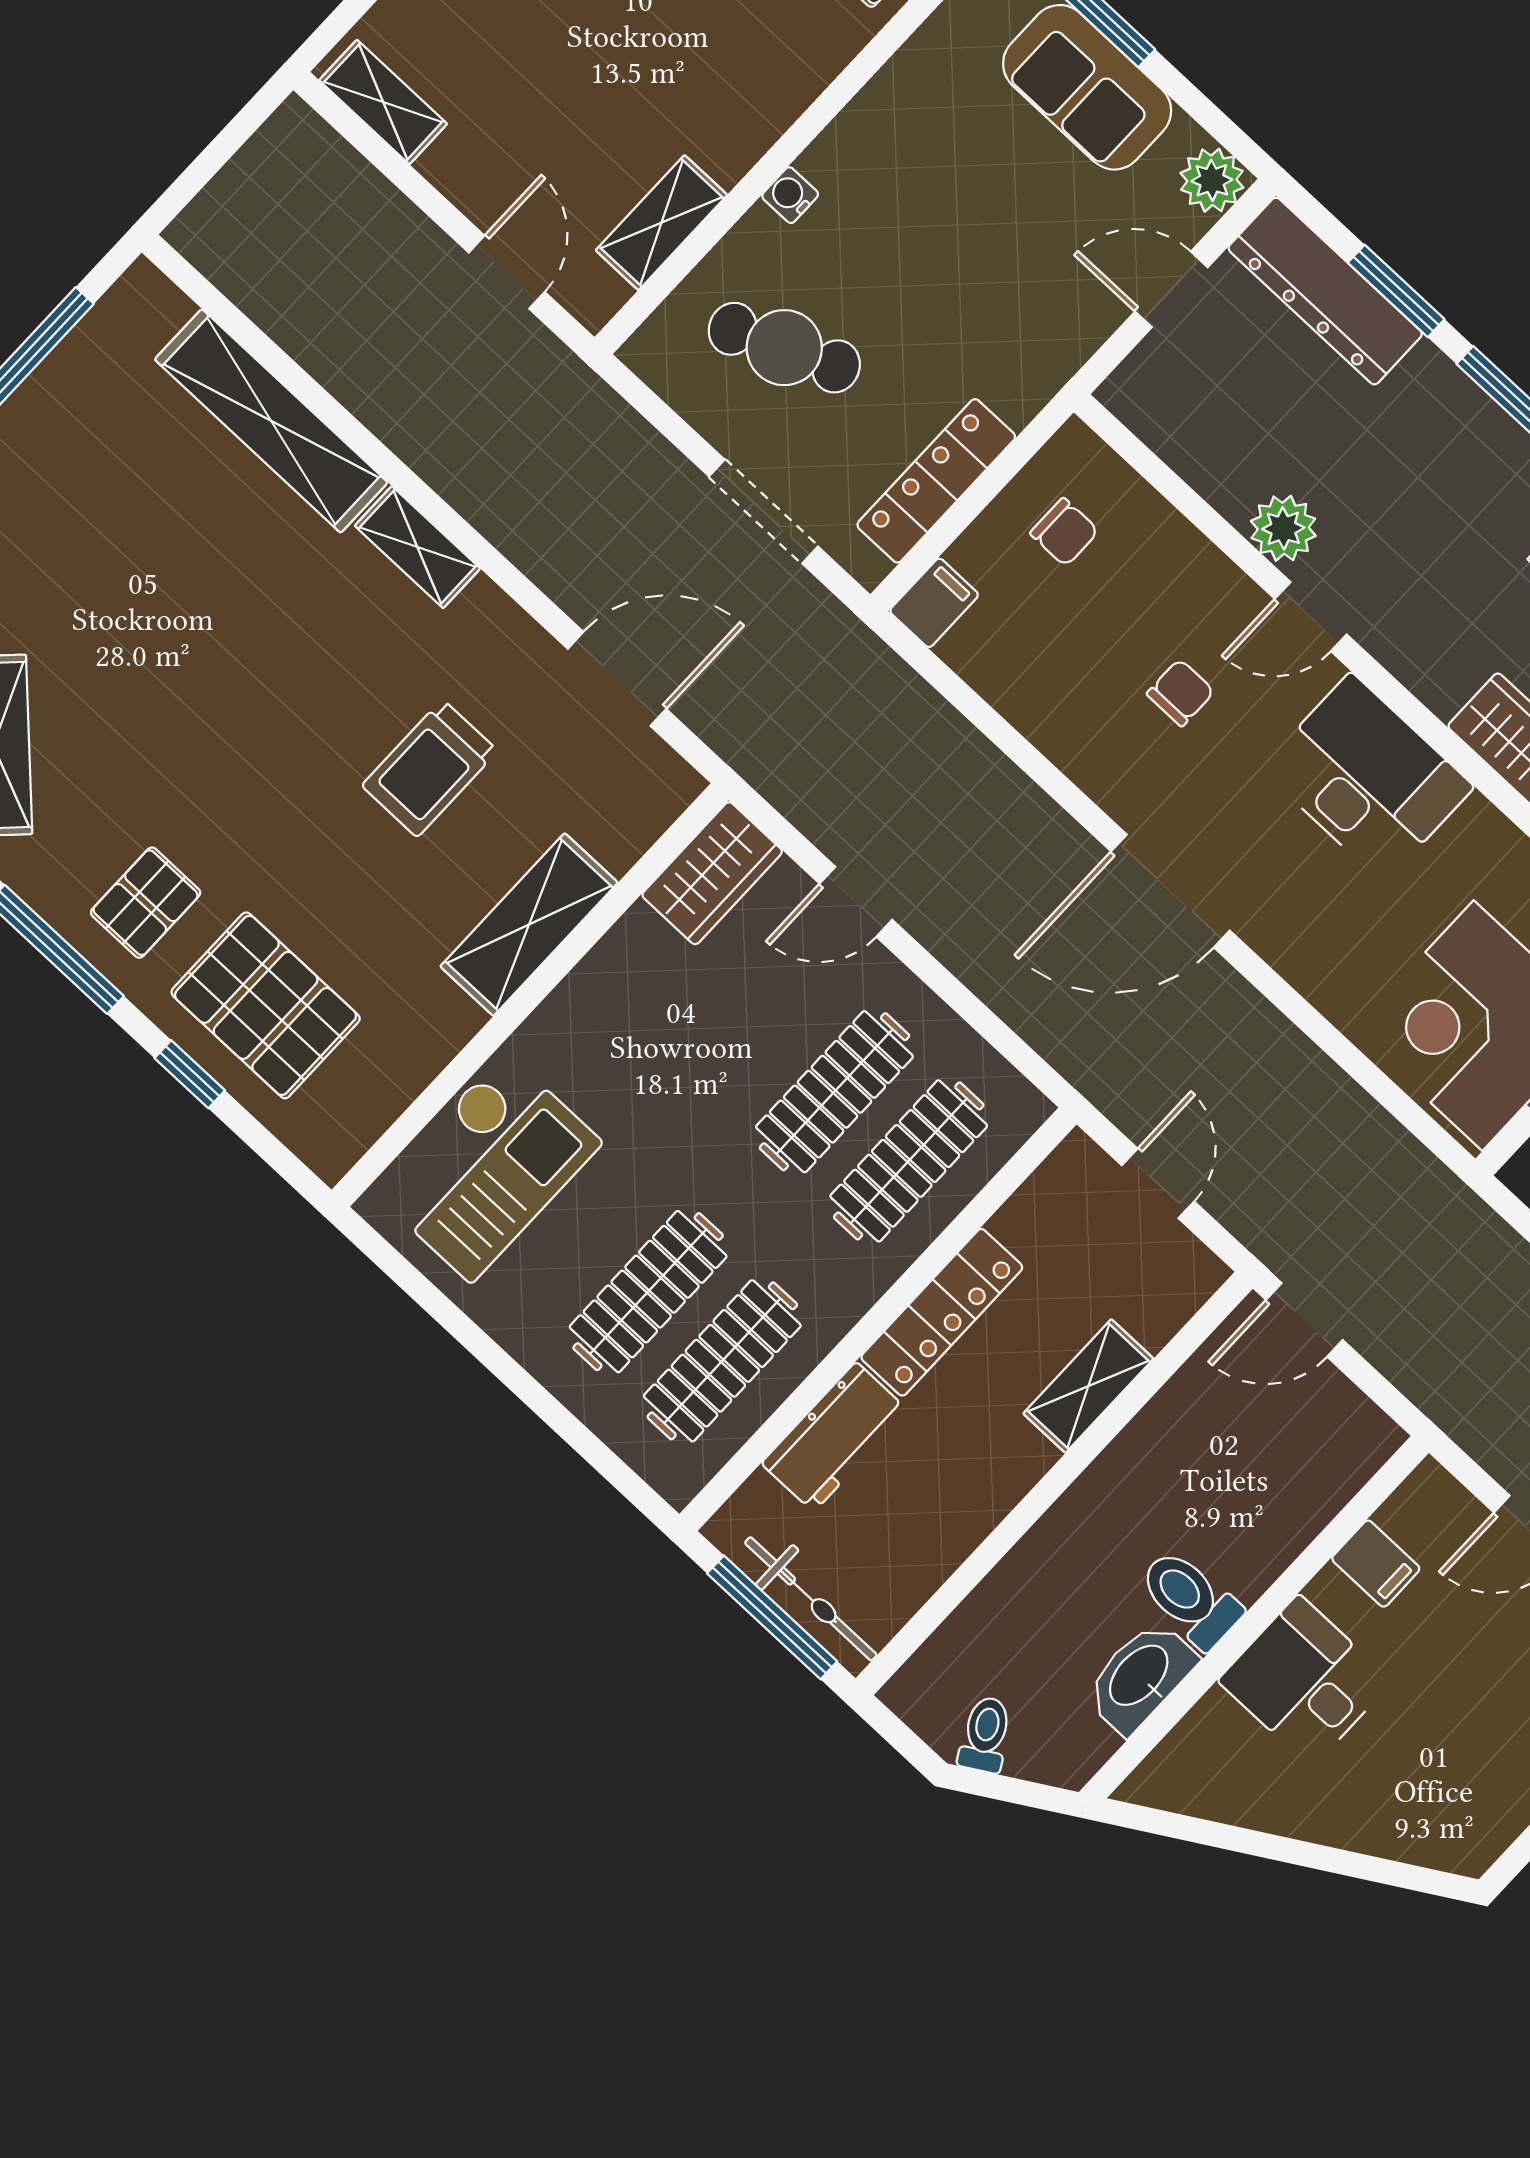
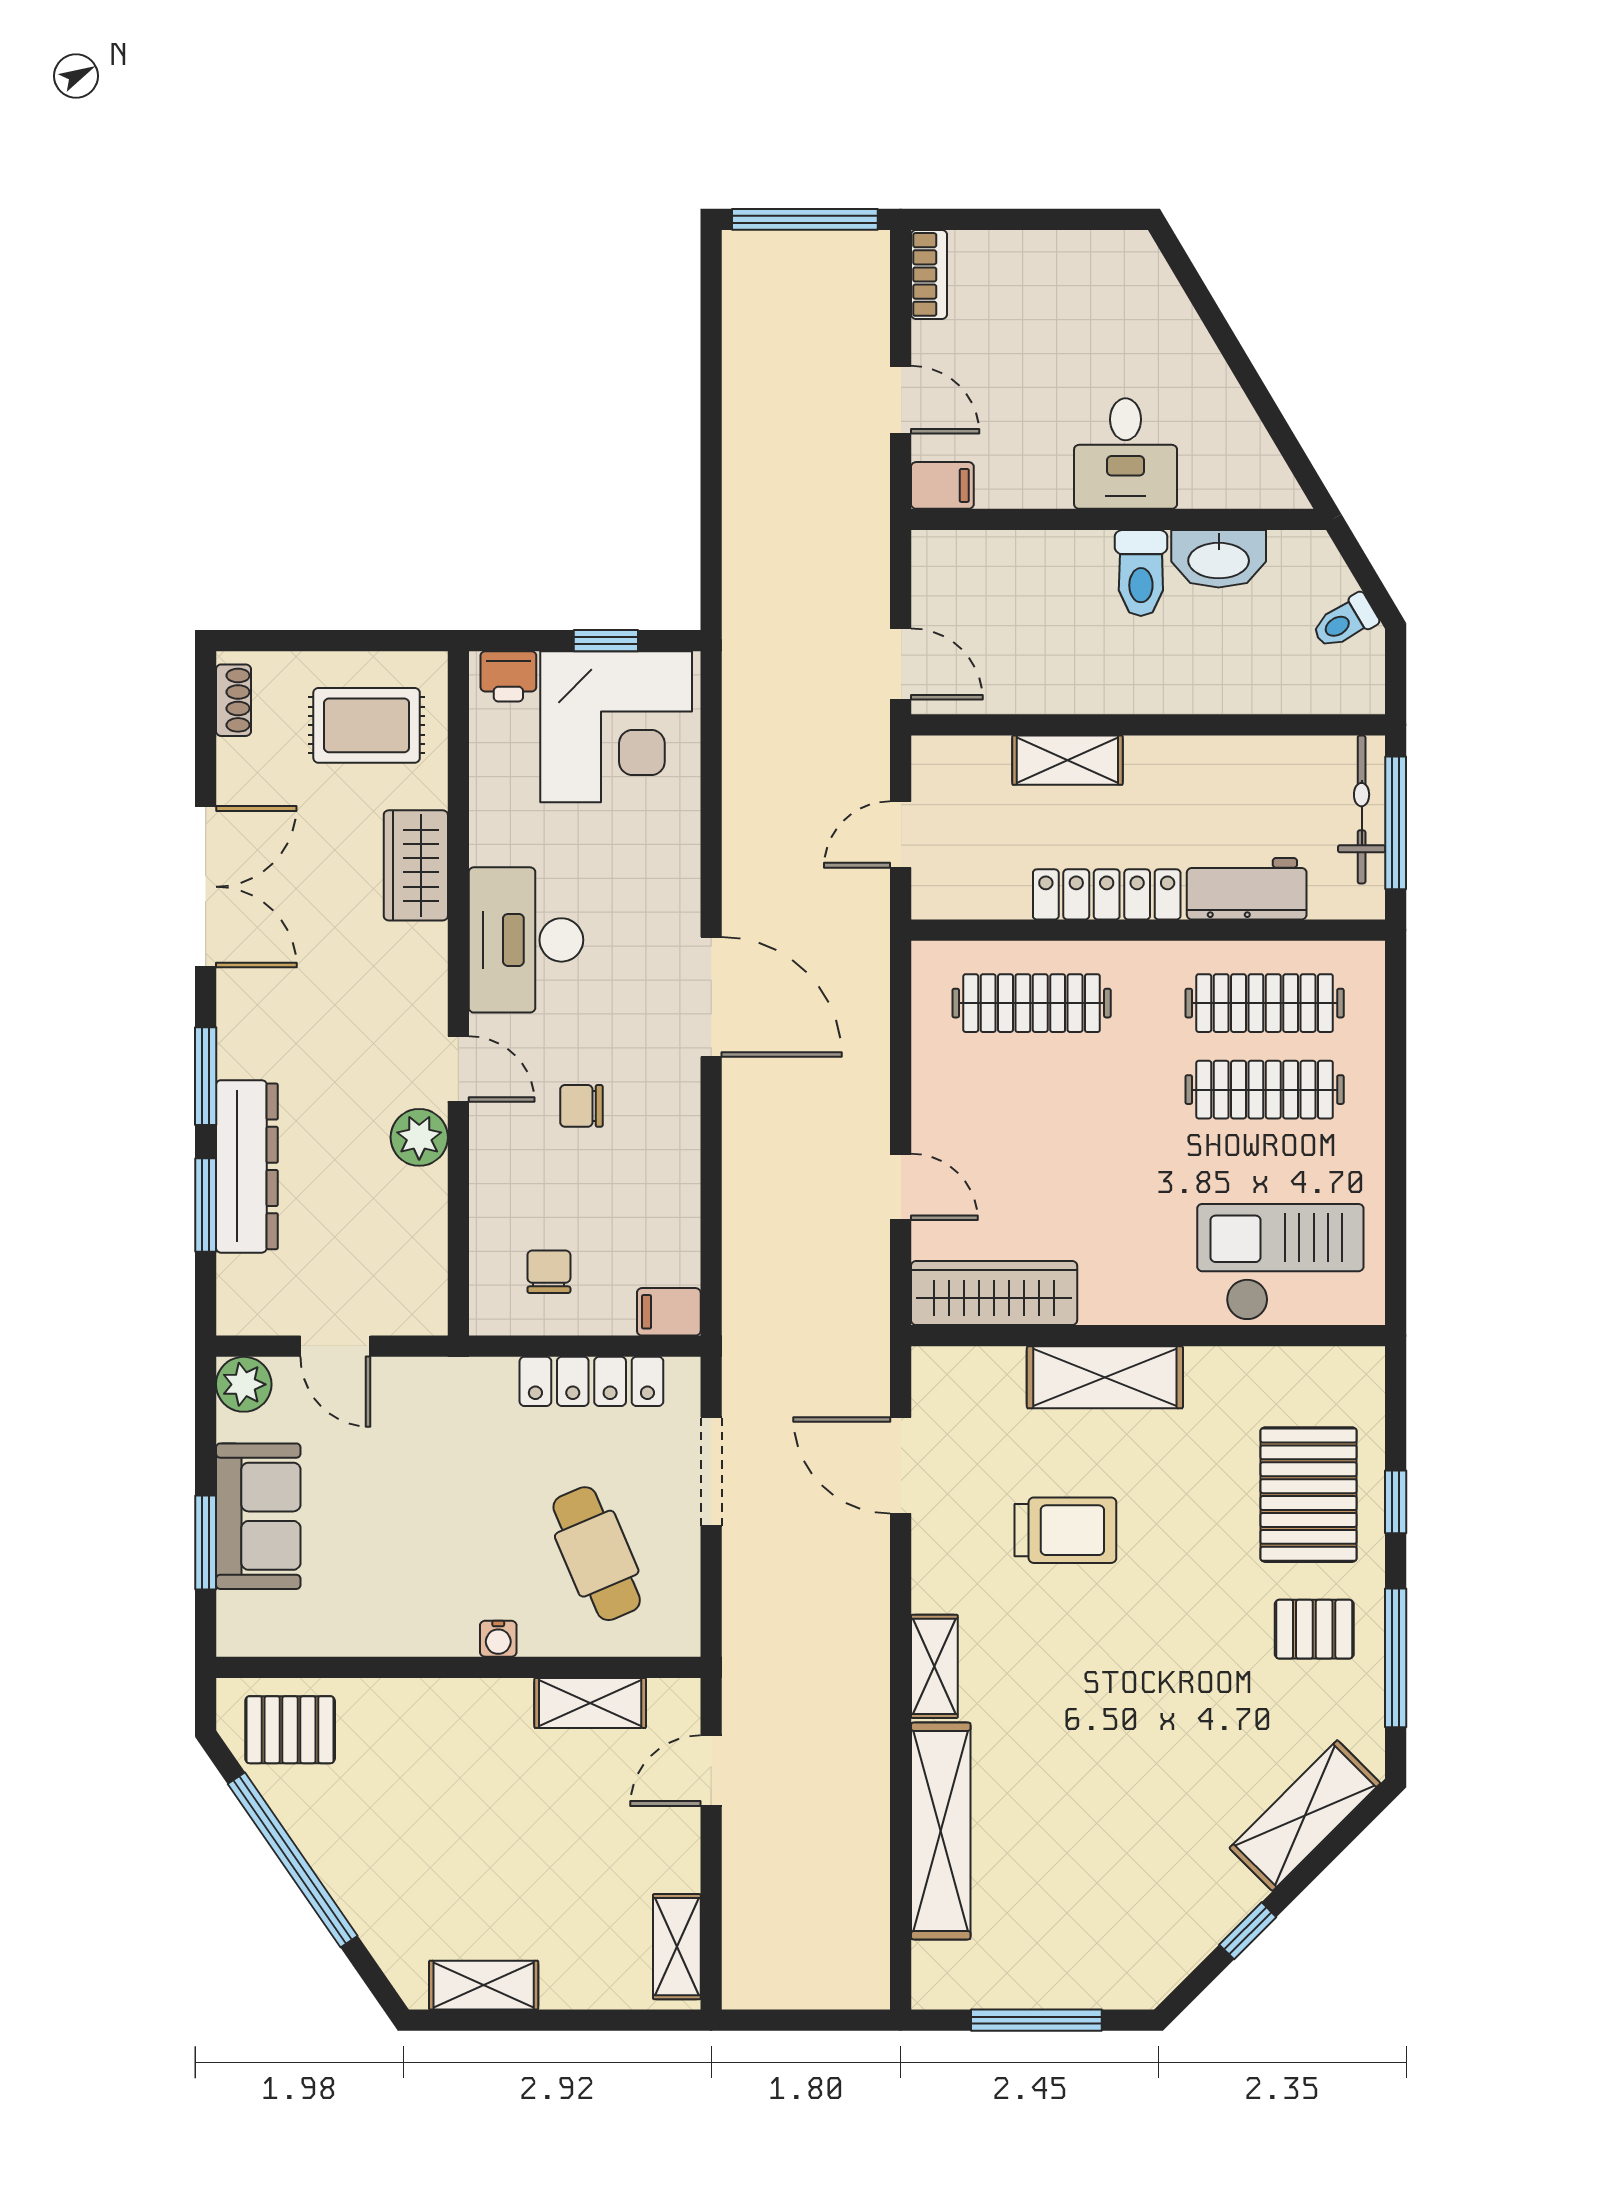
dresser: (1325, 291) -> (247, 1166), moved
wardrobe: (712, 873) -> (994, 1293), width x1.50
clothes rail: (834, 1092) -> (1032, 1090), removed
filing cabinet: (1376, 1564) -> (942, 485), moved, turned 90

